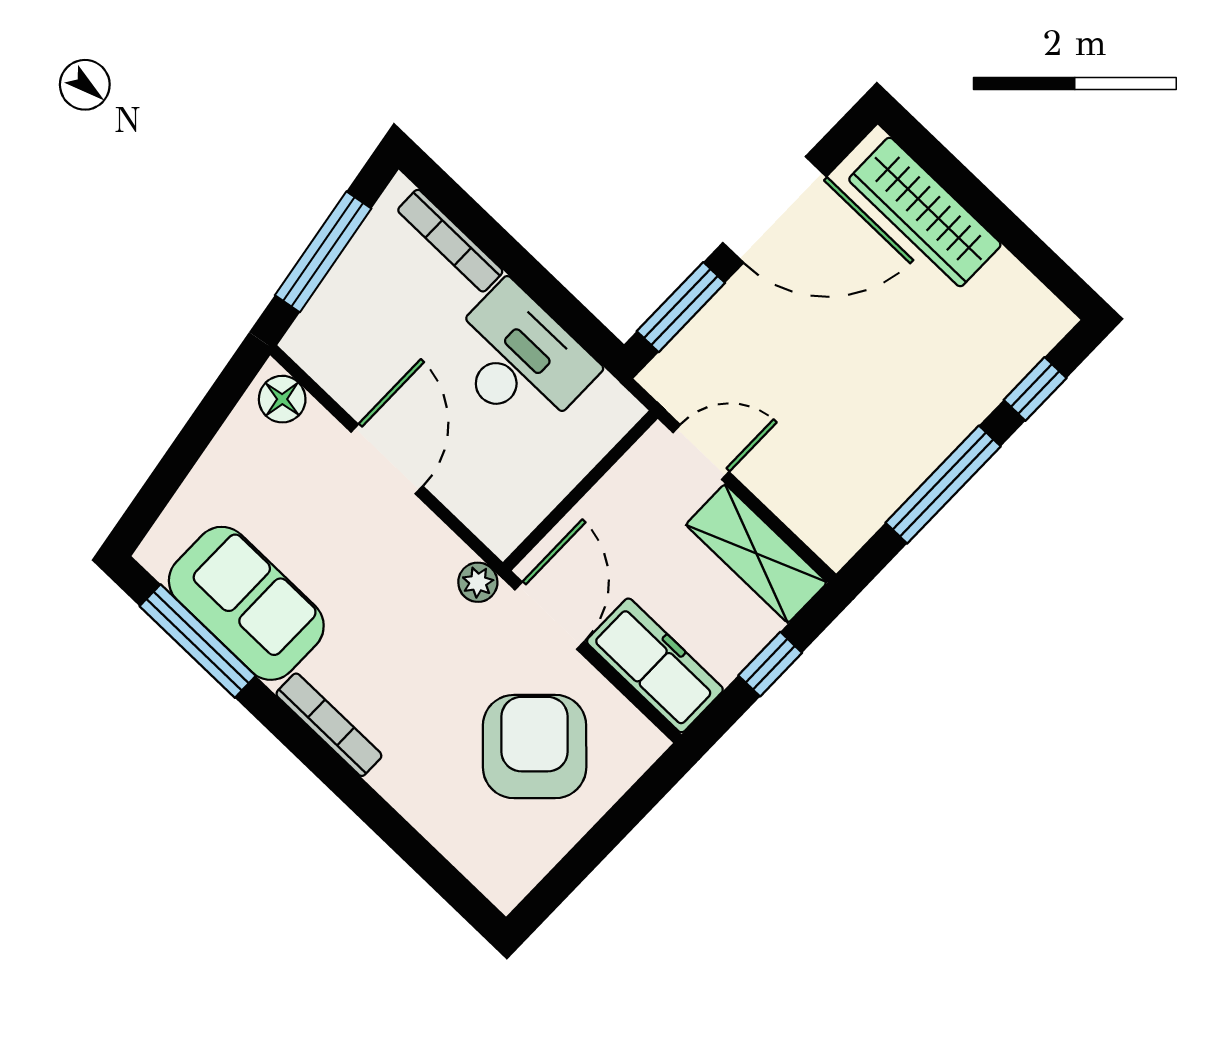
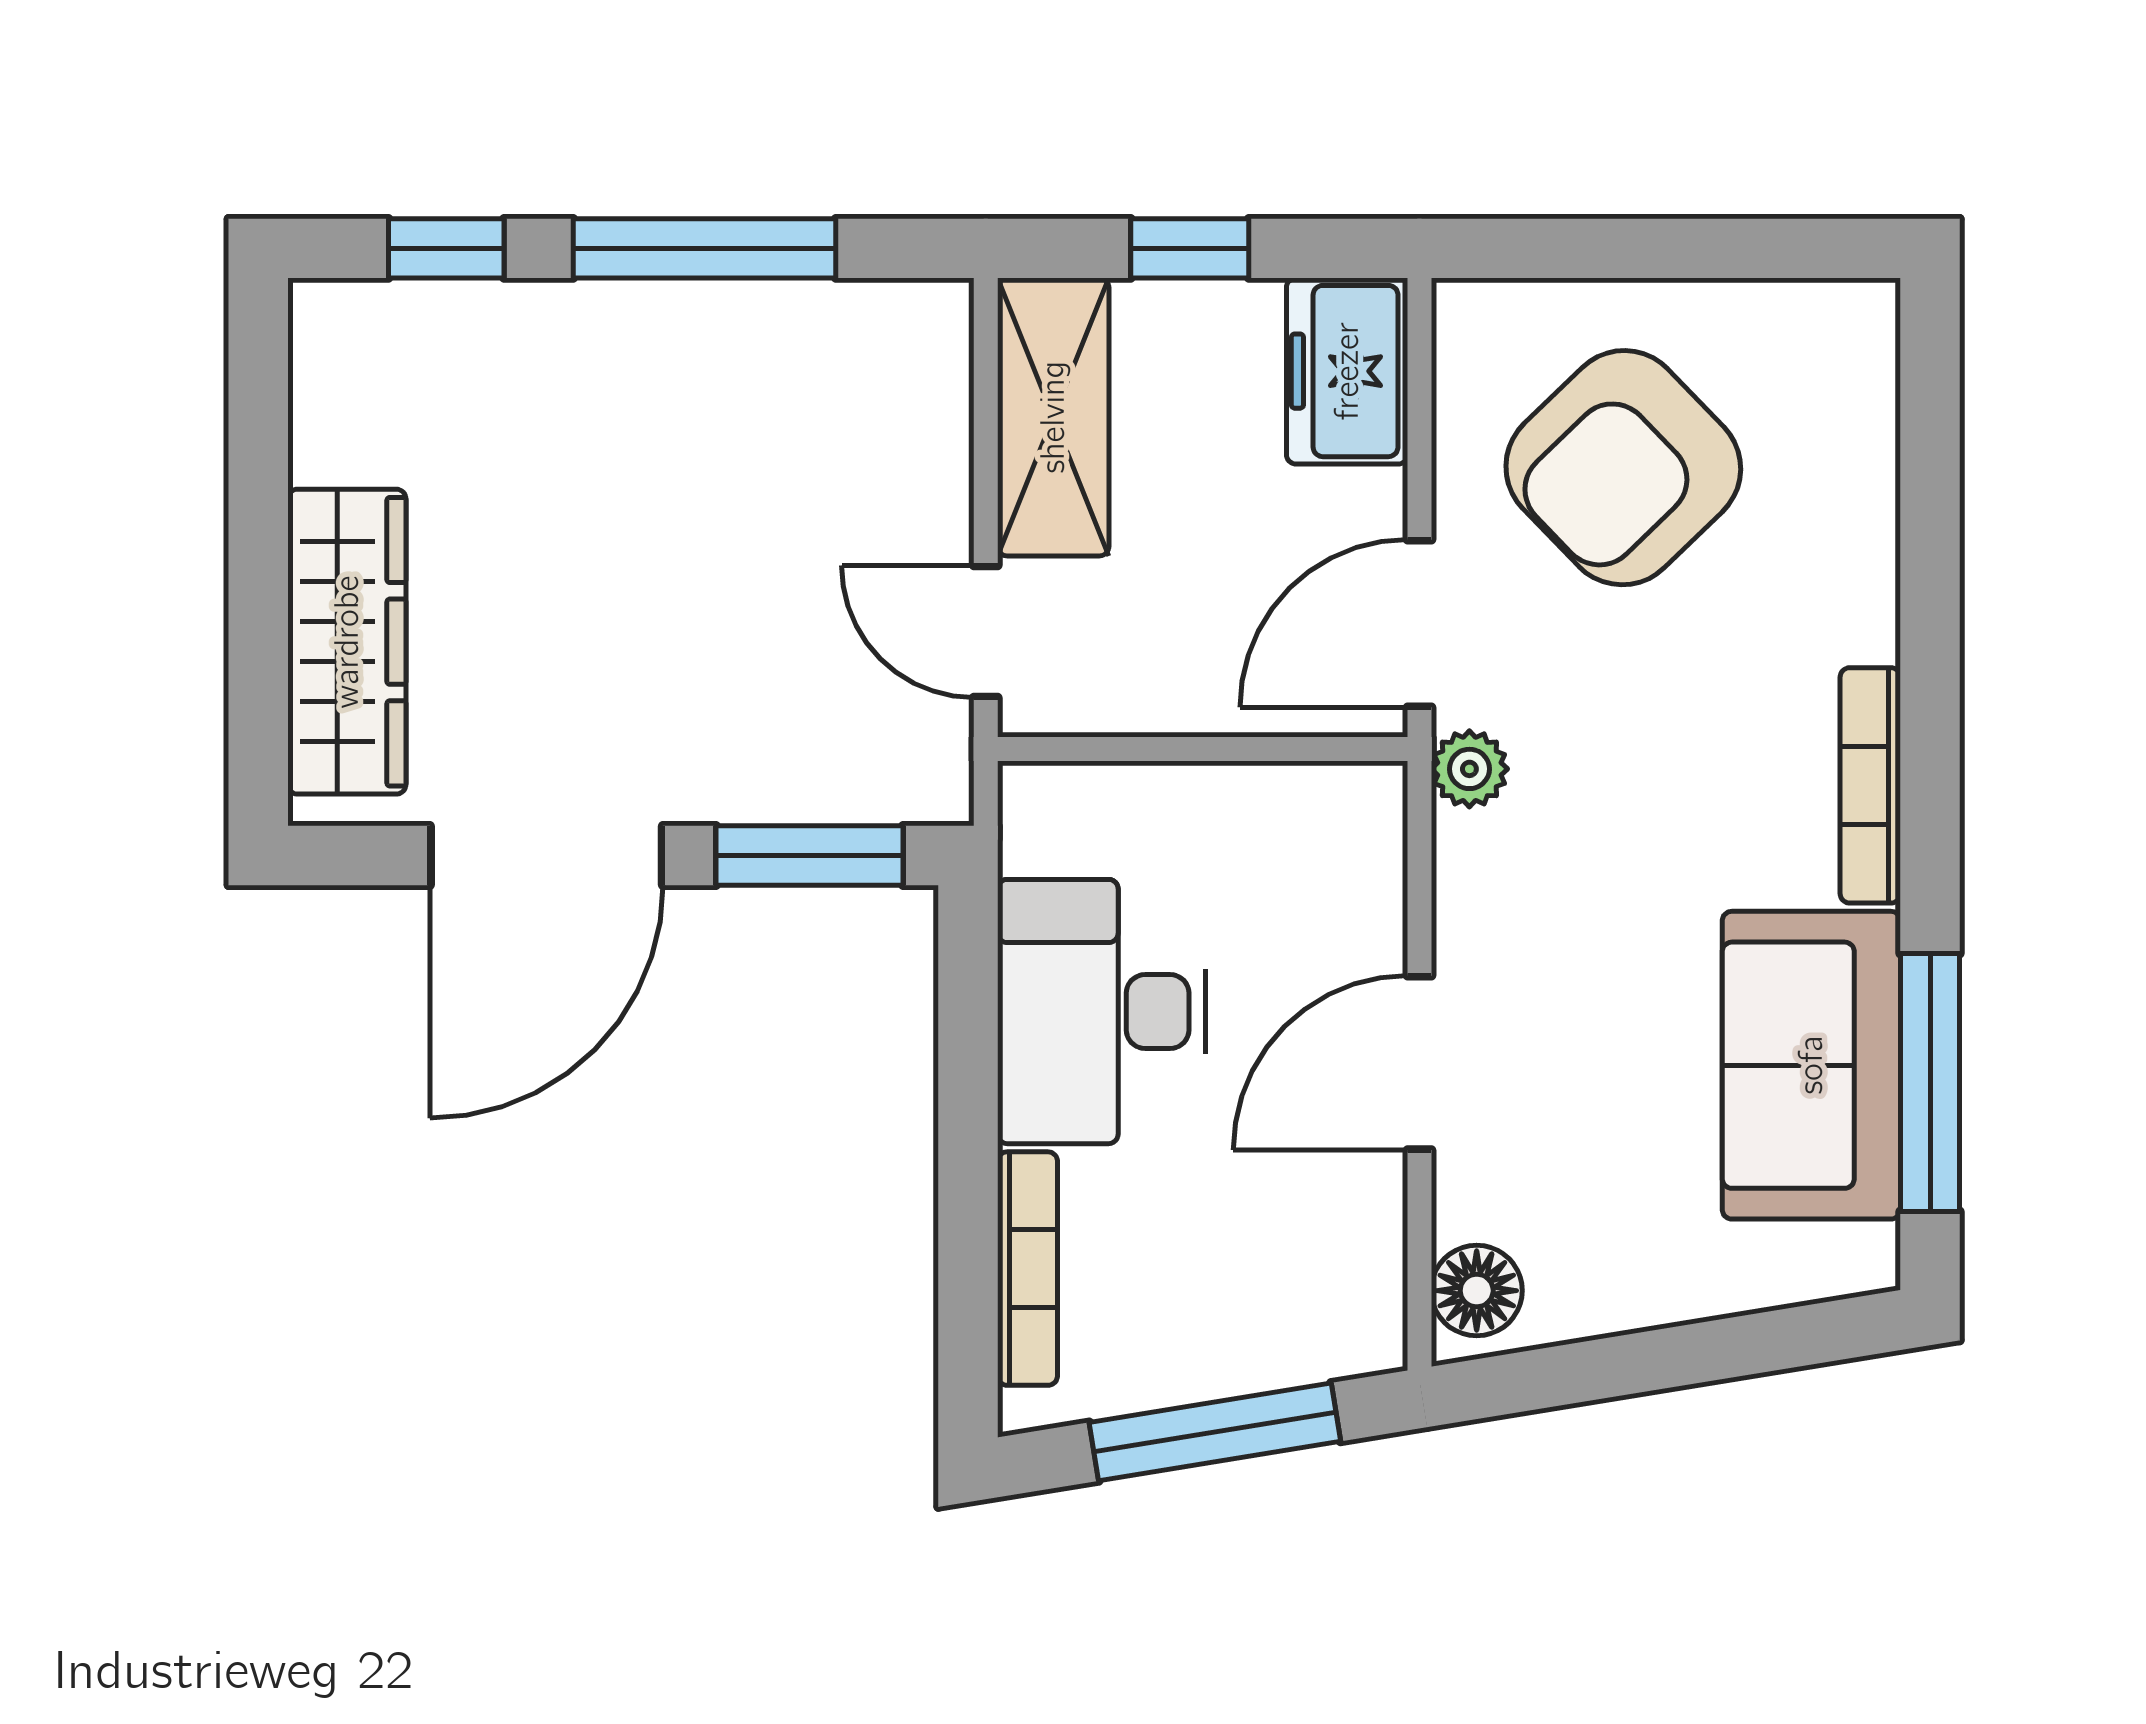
door: (775, 210) -> (546, 856), swing flipped
freezer: (655, 665) -> (1347, 371), width x0.71

